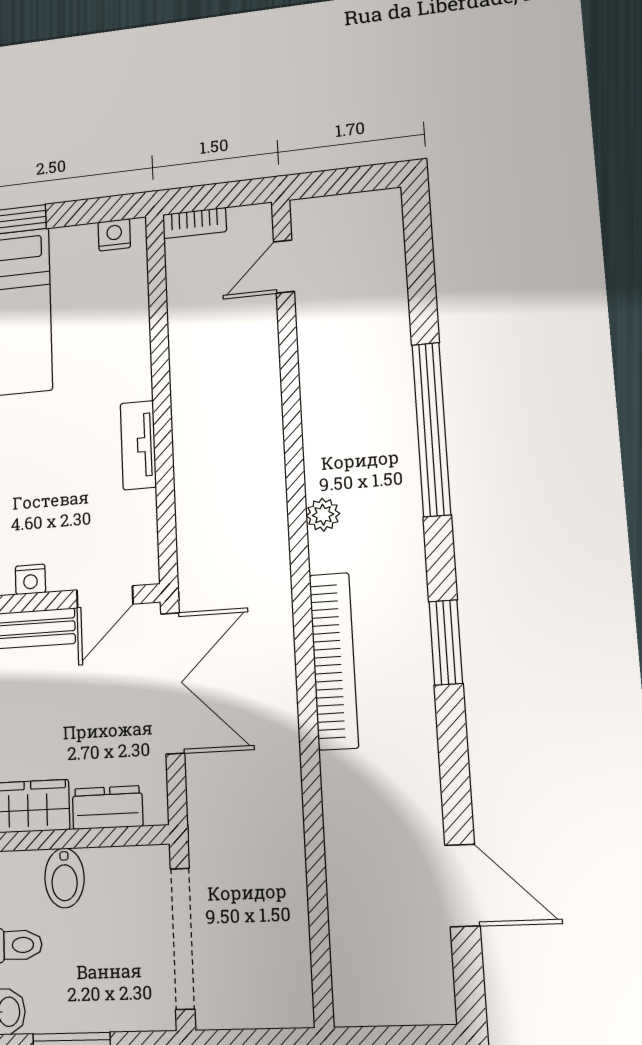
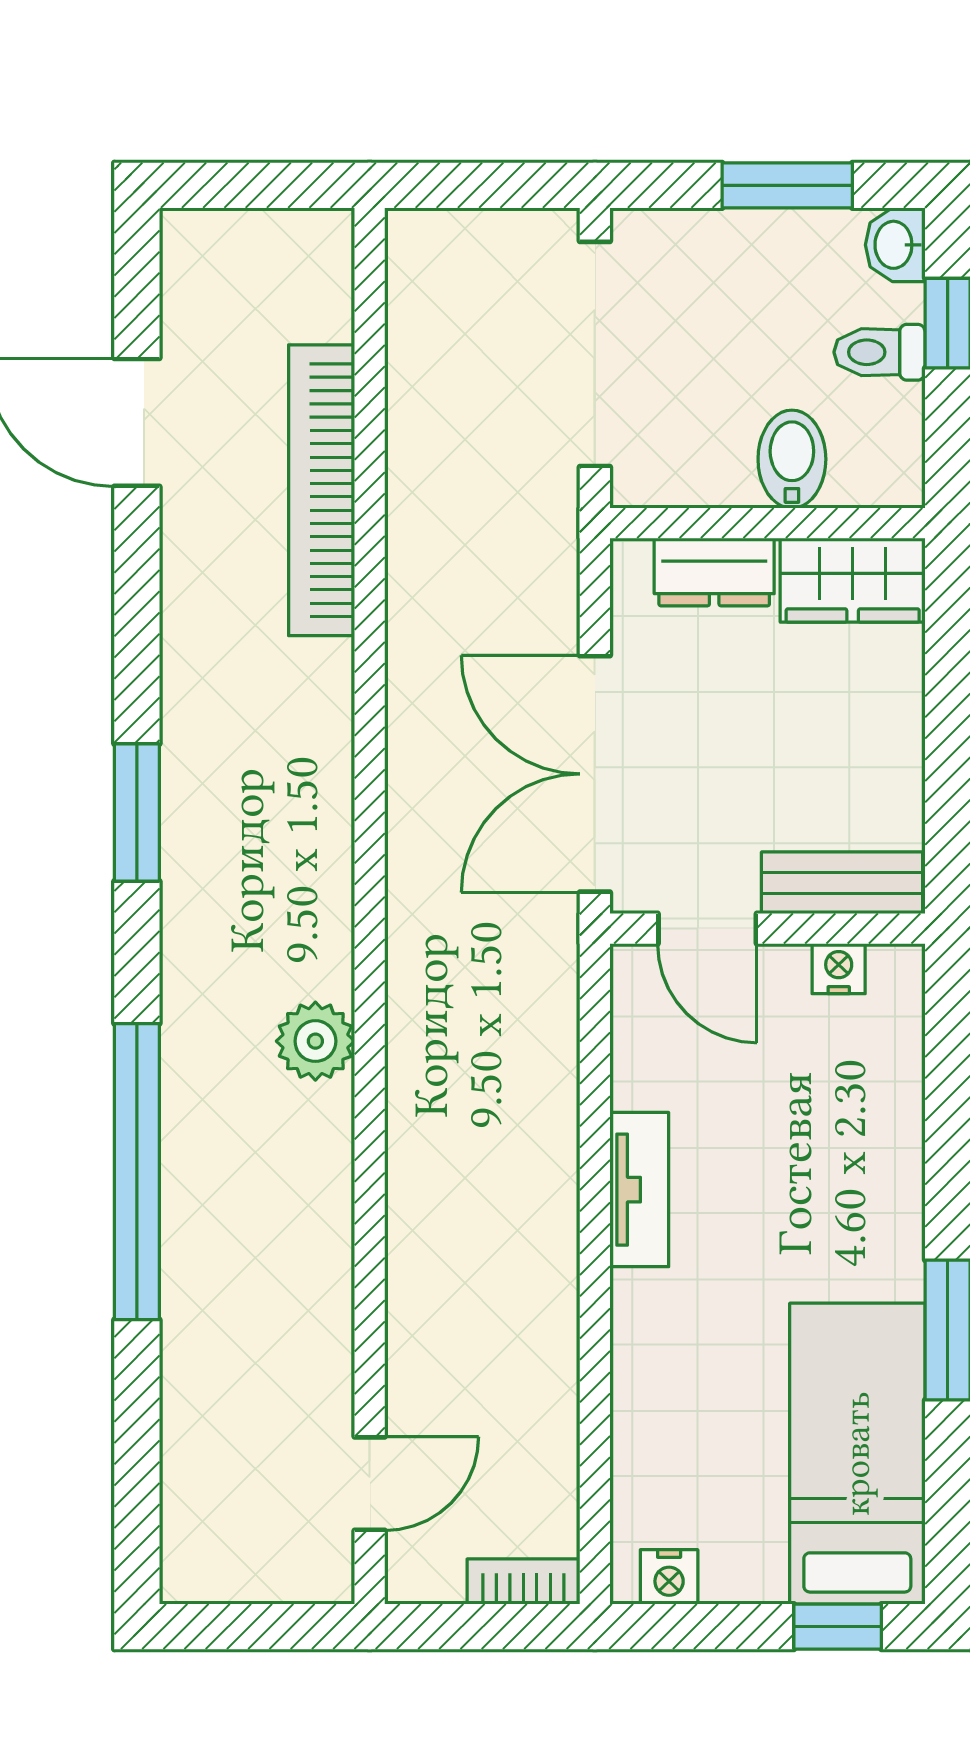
plant: (323, 515) -> (315, 1041), width x1.38, depth x1.38
door: (105, 597) -> (707, 929), swing flipped
bookcase: (334, 661) -> (322, 490), moved

